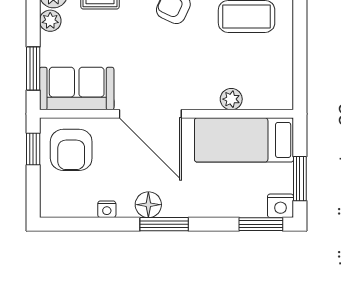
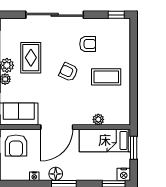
door: (150, 114) -> (57, 127), hinge flipped
window: (300, 179) -> (134, 148), moved

